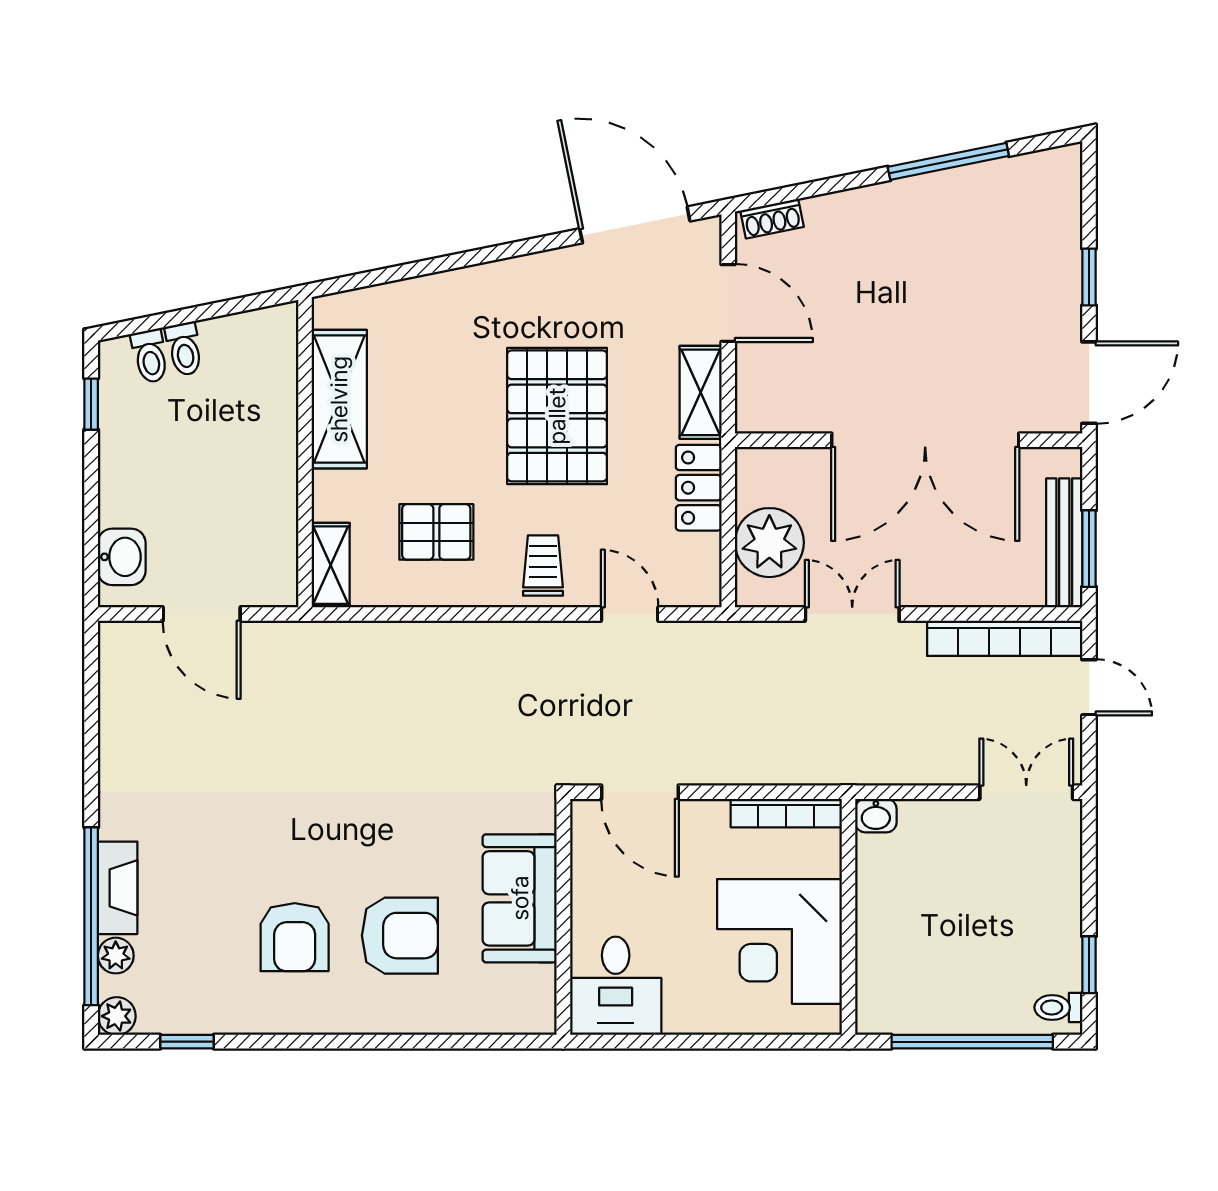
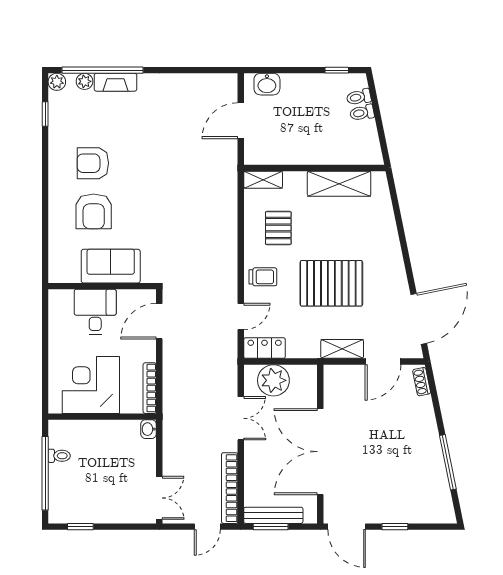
locker: (699, 488) -> (265, 348), moved
desk: (616, 986) -> (95, 312), moved, turned 90
toilet: (1058, 1007) -> (59, 456), moved, turned 90

